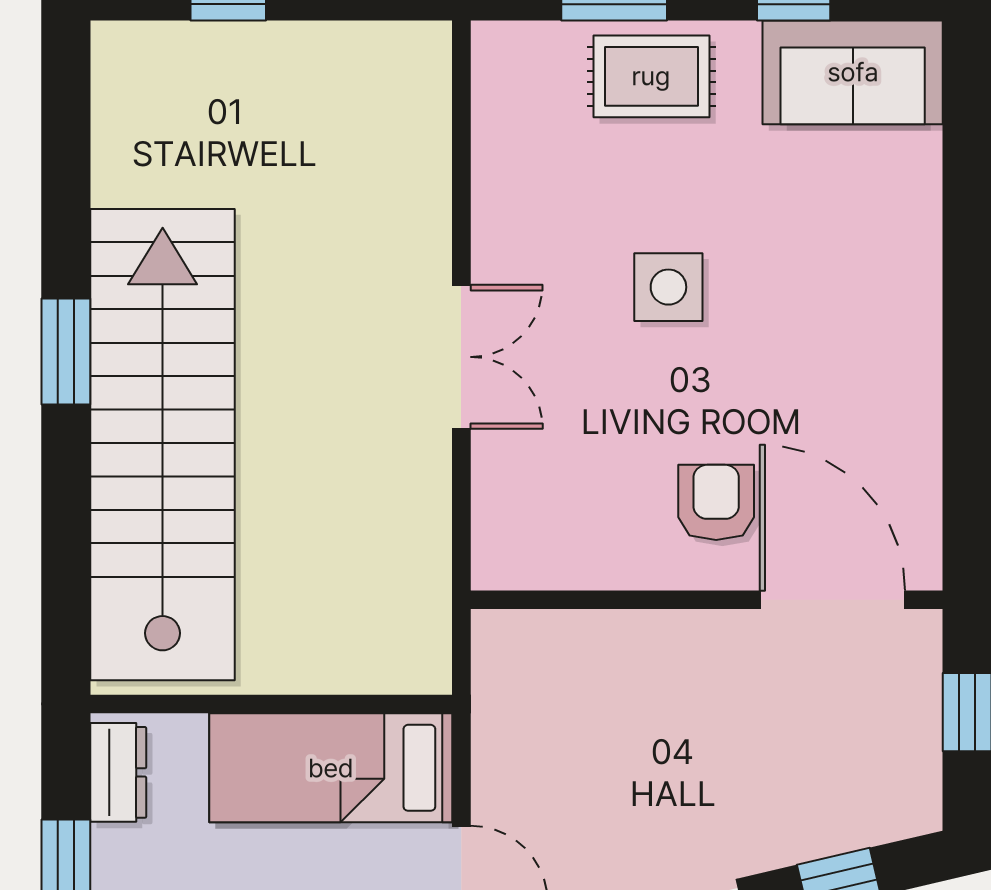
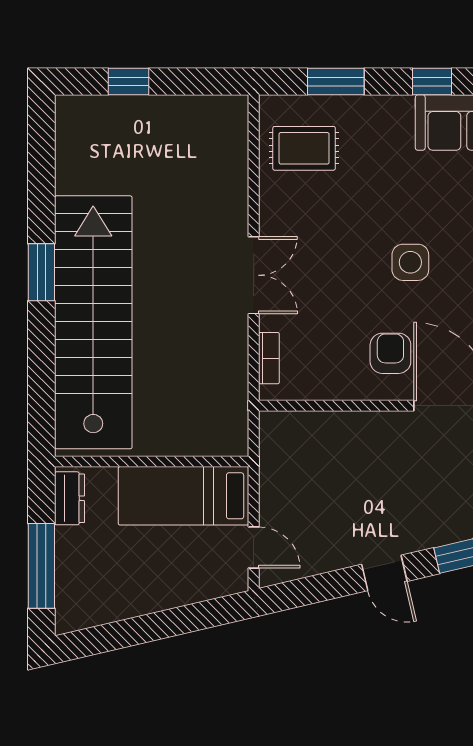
rug: (651, 76) -> (304, 148), moved
side table: (668, 287) -> (410, 262), moved
bookcase: (490, 511) -> (269, 358), added

